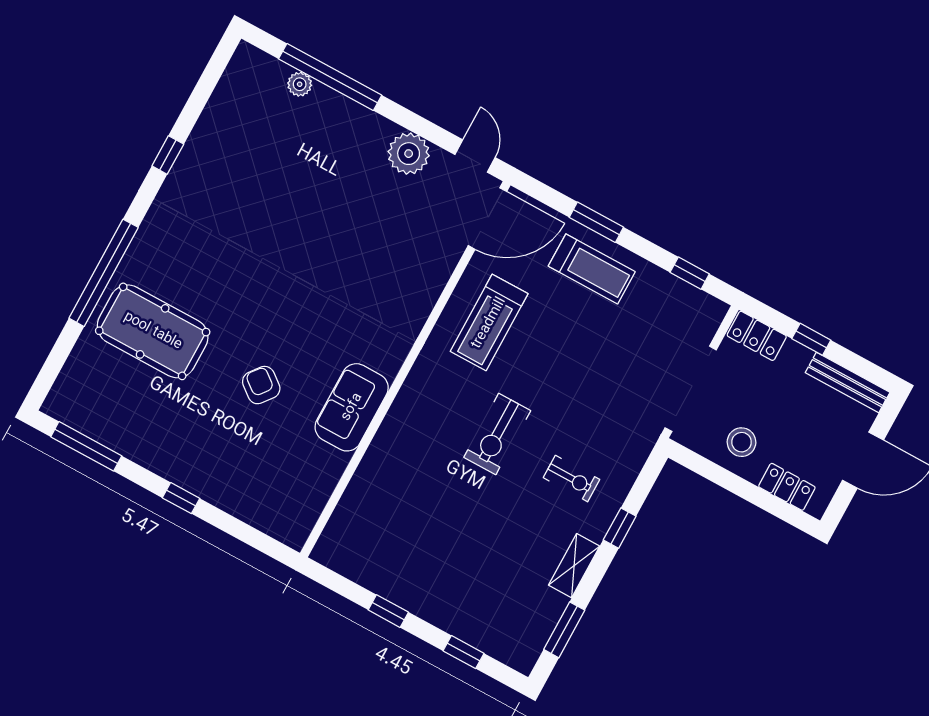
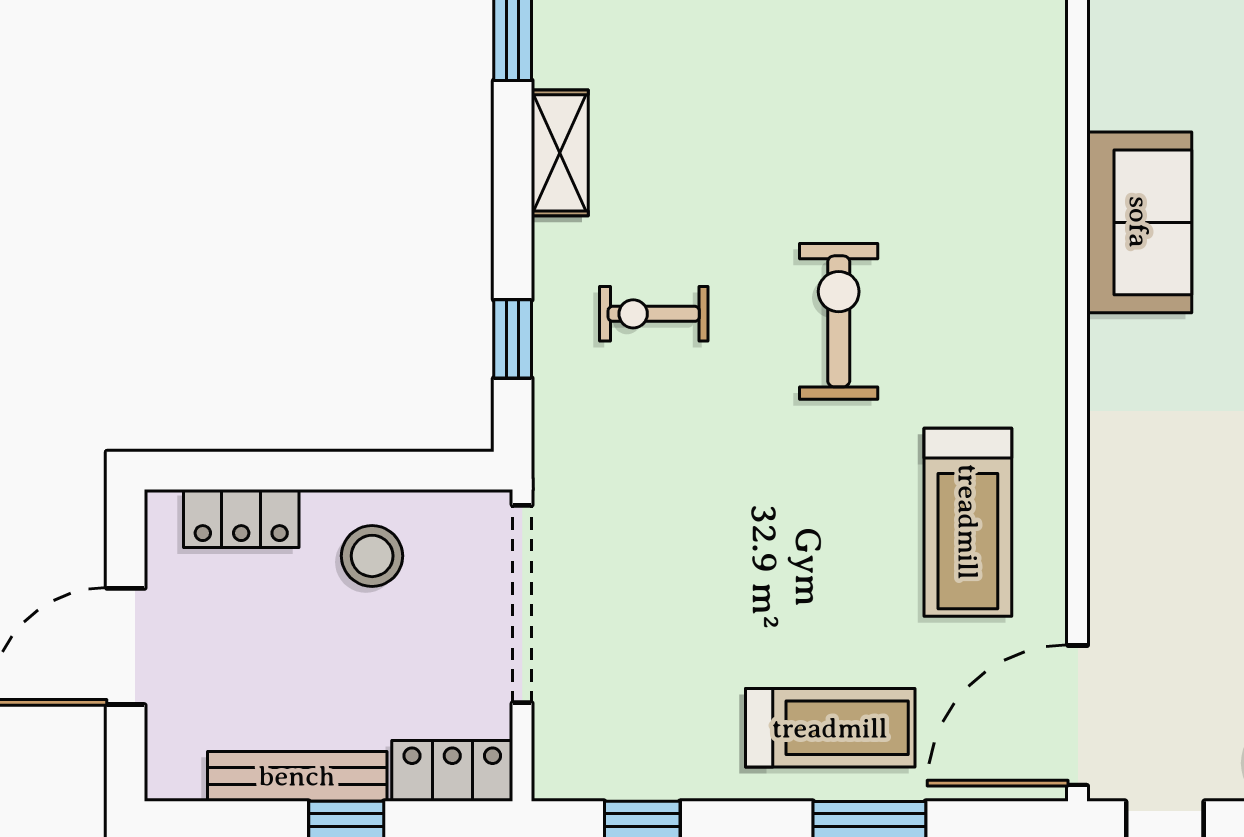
treadmill: (592, 269) -> (830, 728), turned 180
treadmill: (489, 323) -> (968, 522), turned 180
bench: (848, 382) -> (297, 776), moved
window: (620, 528) -> (513, 339), moved

